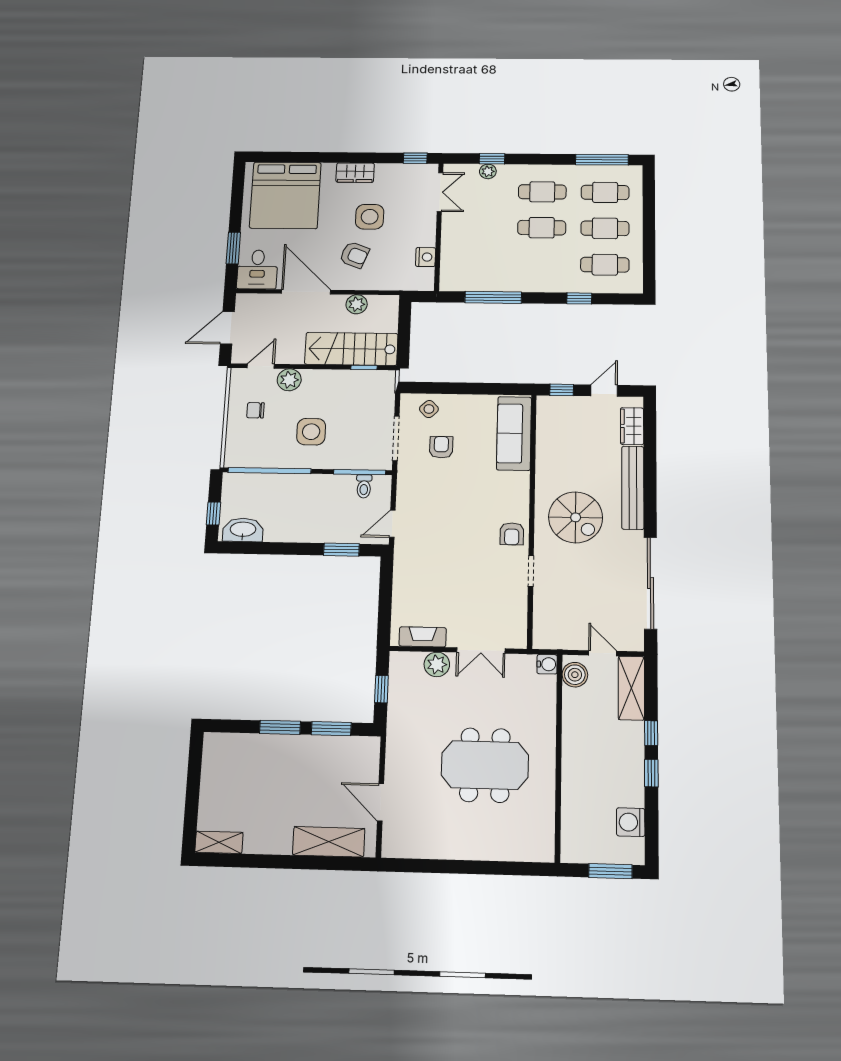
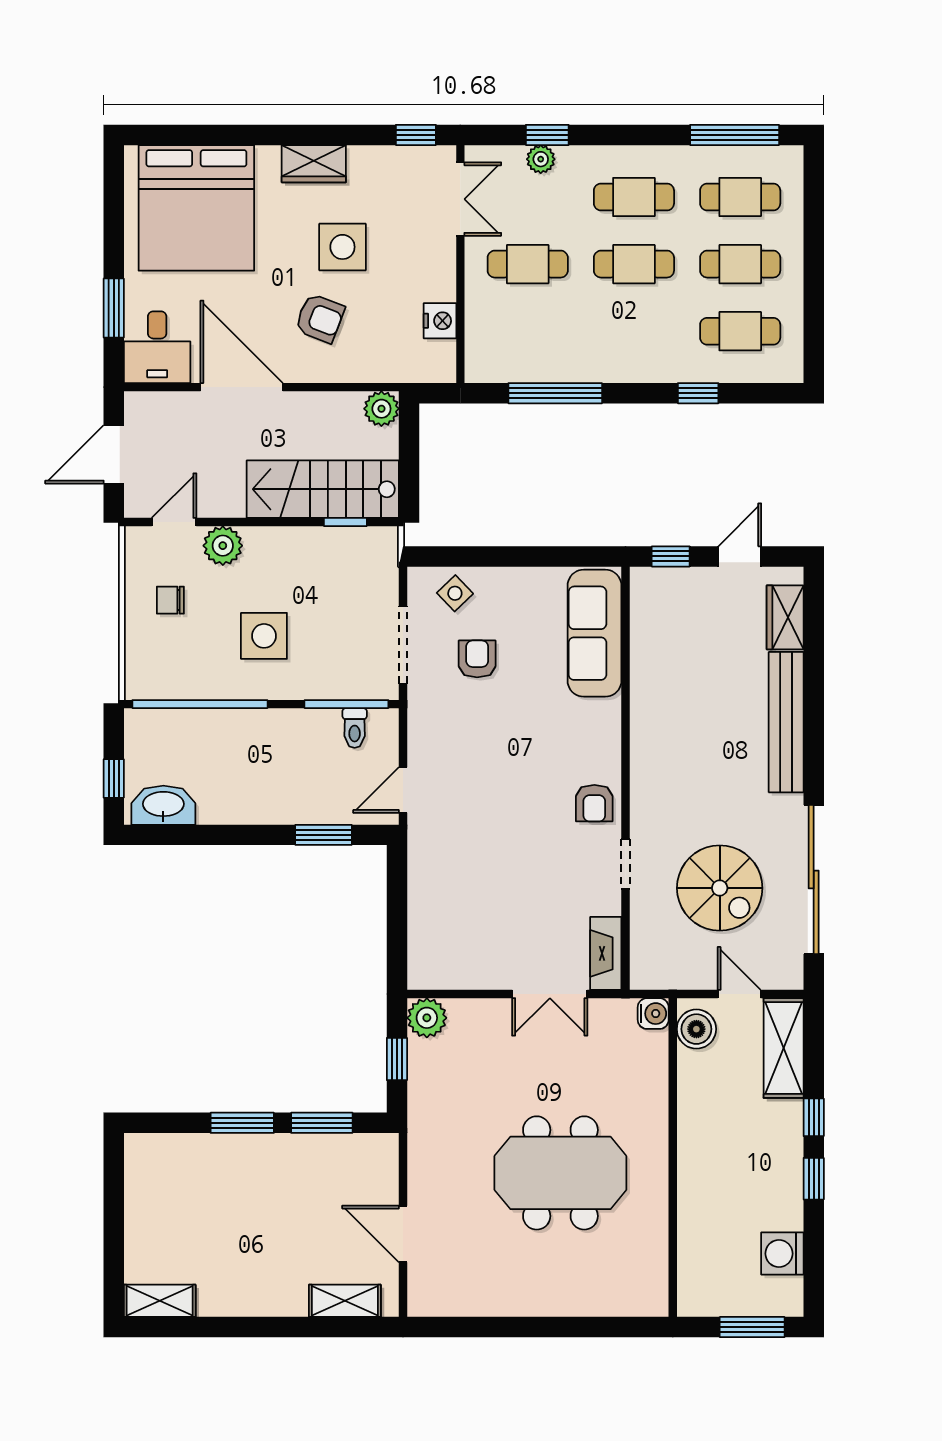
cafe table: (479, 227) -> (528, 264), added
plant: (357, 304) -> (381, 409), moved
spiral stairs: (576, 517) -> (720, 888), moved
fireplace: (423, 637) -> (606, 953), moved, turned -90
plant: (437, 664) -> (427, 1018), moved
shelving: (329, 842) -> (345, 1301), width x0.67, depth x0.75

